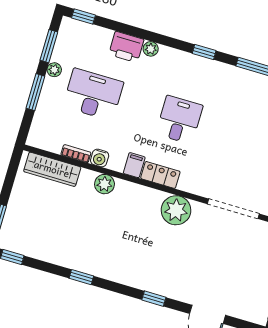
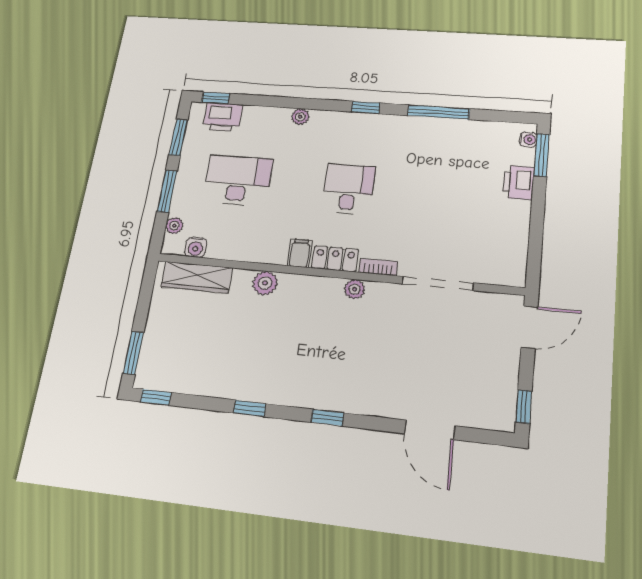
printer: (126, 47) -> (223, 117), moved
plant: (54, 70) -> (174, 226), moved
bookcase: (76, 154) -> (378, 267), moved
water cooler: (100, 158) -> (196, 247), moved
plant: (176, 210) -> (355, 289), width x0.53, depth x0.53
window: (154, 299) -> (327, 418), moved

